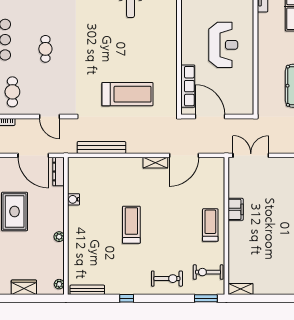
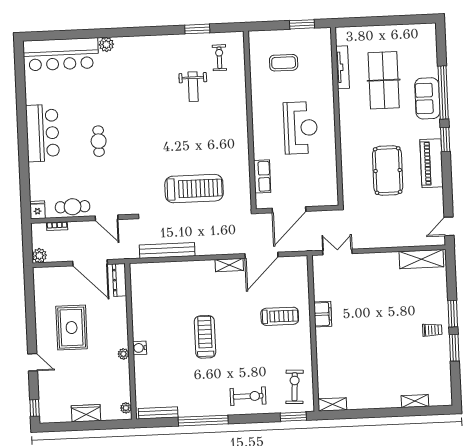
row of seats: (188, 86) -> (262, 176), width x0.68
cafe table: (12, 92) -> (73, 207), moved, turned 90
door: (210, 116) -> (289, 210), swing flipped
double door: (251, 155) -> (337, 252), width x0.73
water cooler: (74, 199) -> (140, 348), moved
treadmill: (210, 225) -> (280, 316), moved, turned 90
exercise bike: (208, 272) -> (295, 387), turned 93
window: (127, 298) -> (203, 421), width x3.17

